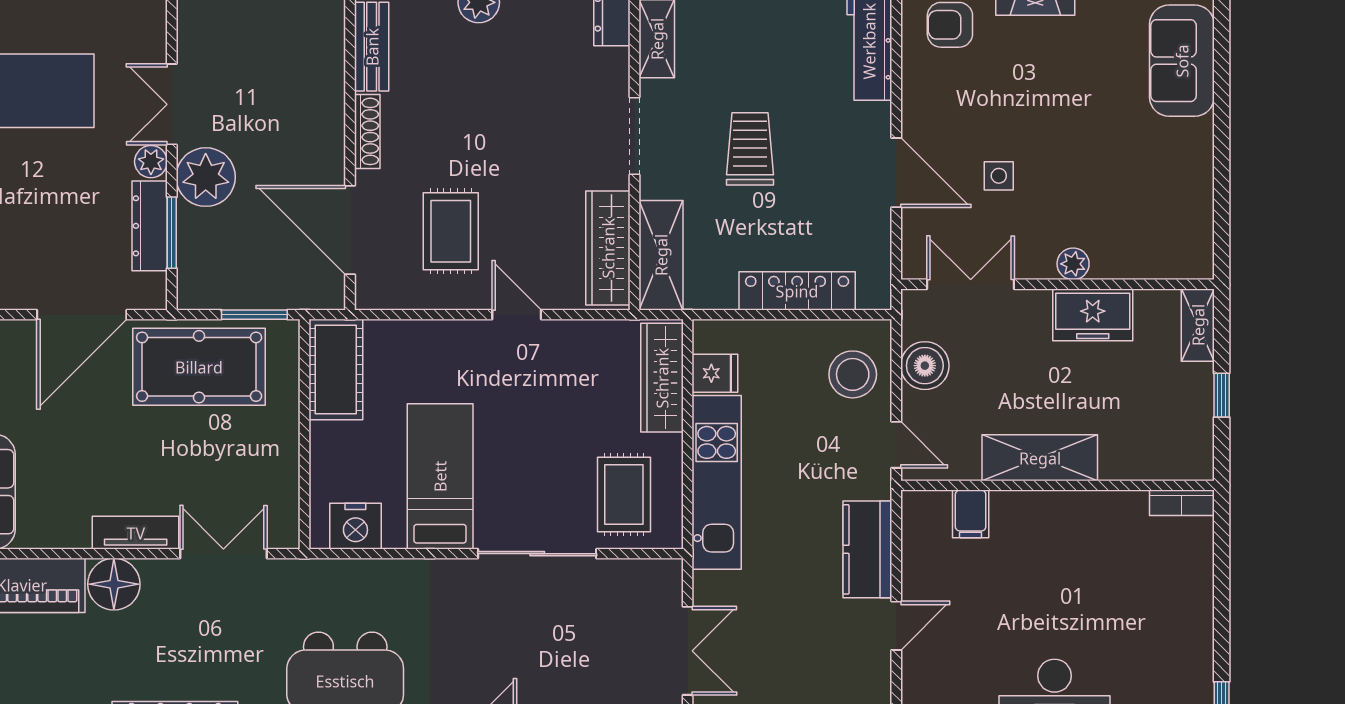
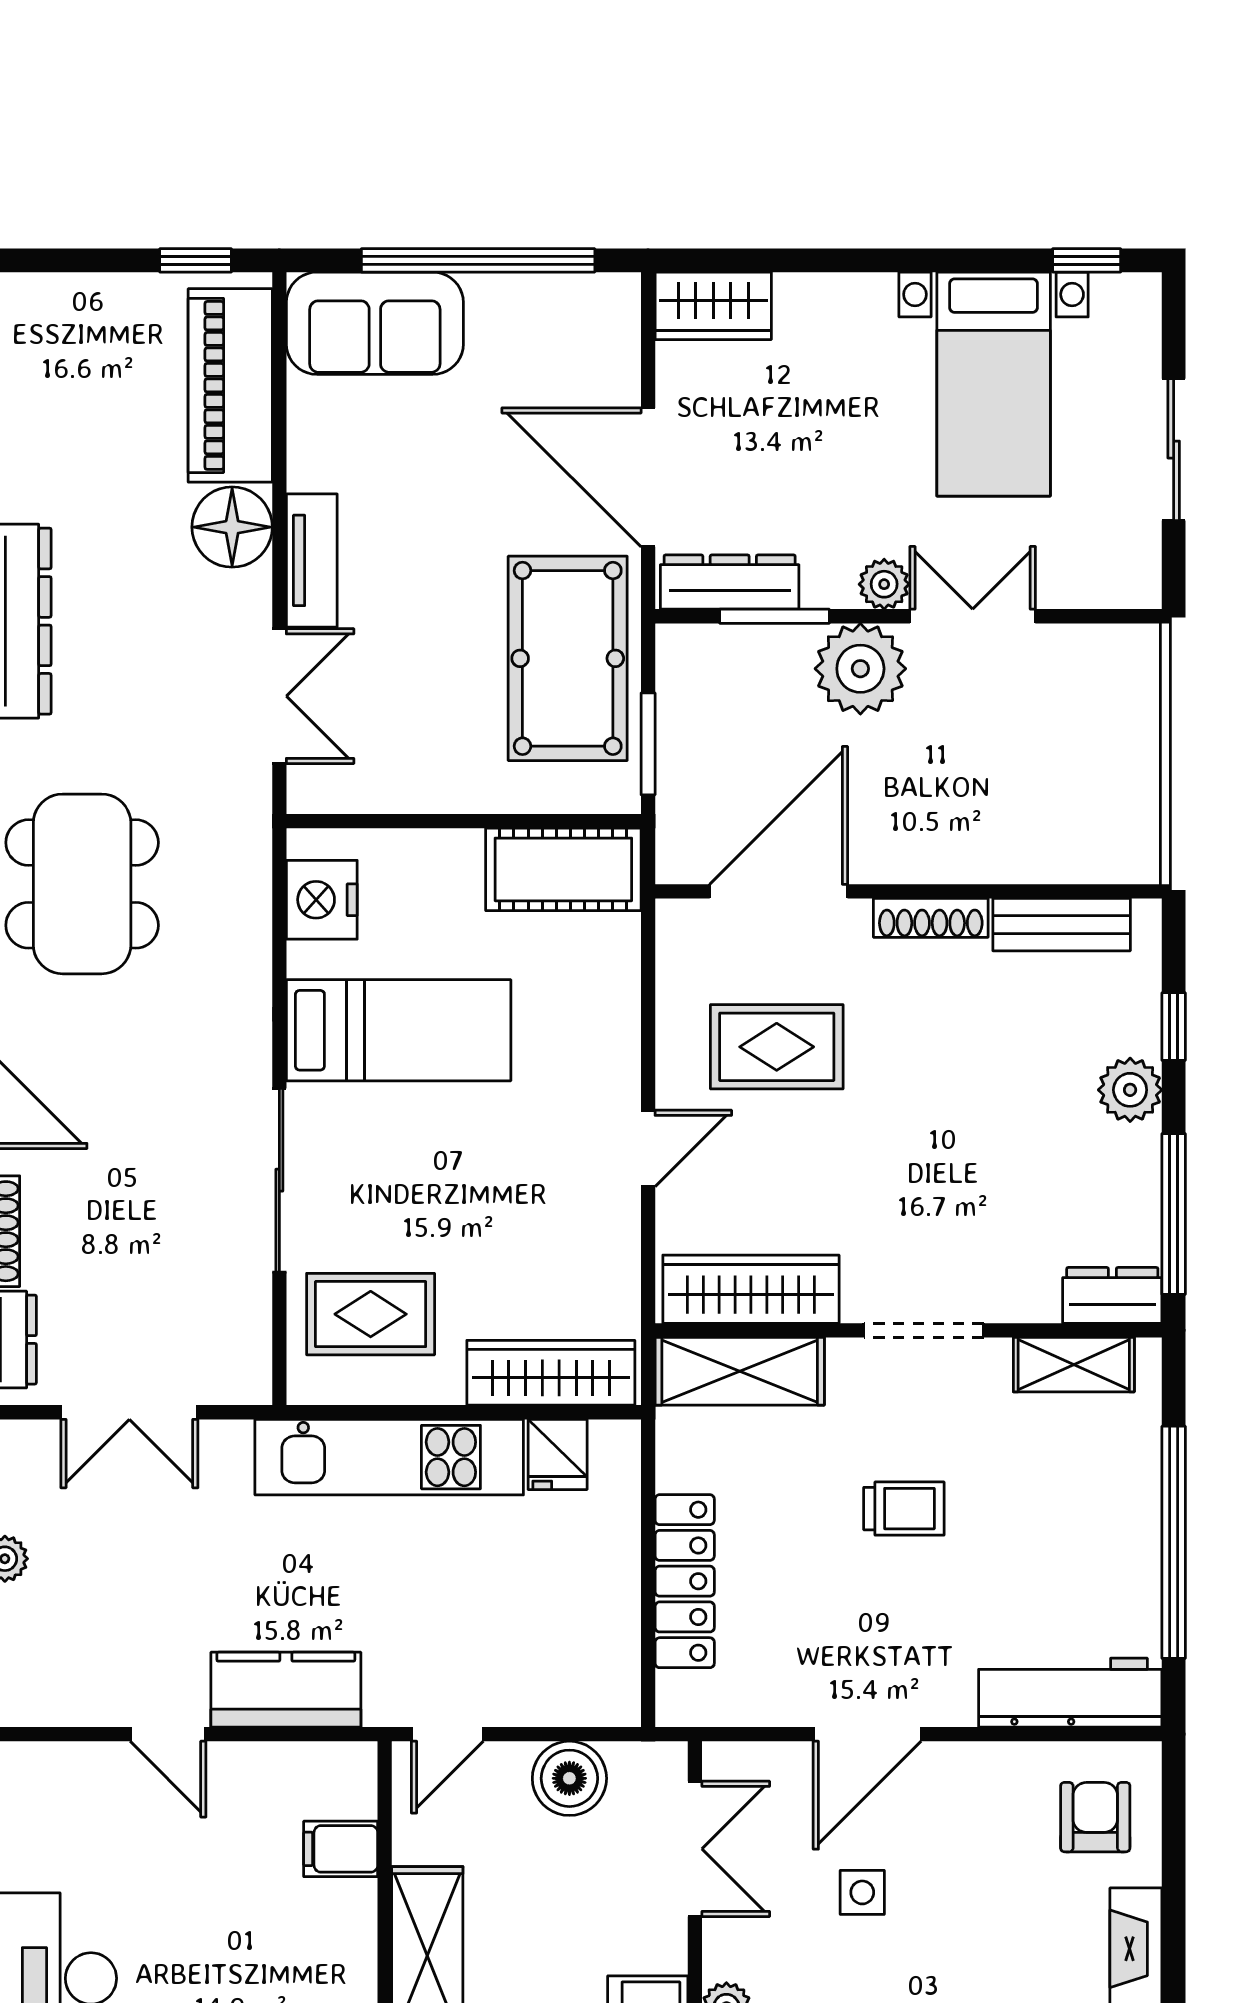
trolley: (750, 149) -> (904, 1509), width x0.73, depth x0.72
dresser: (150, 226) -> (730, 582), moved
stool: (853, 374) -> (556, 1667), removed

